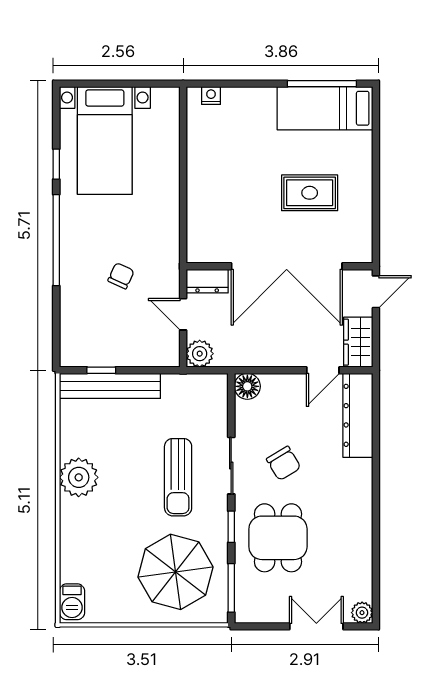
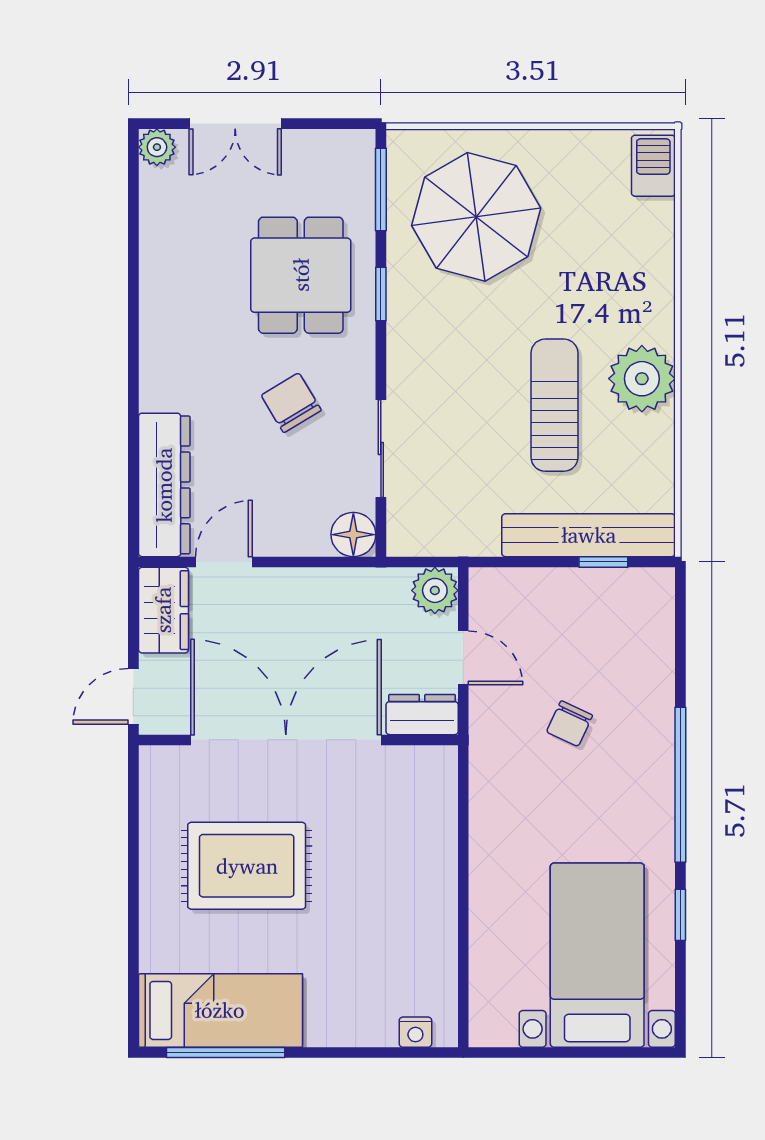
rug: (310, 193) -> (247, 866), width x1.36, depth x1.43
sliding door: (231, 466) -> (381, 449), moved
sun lounger: (178, 477) -> (554, 405), moved

